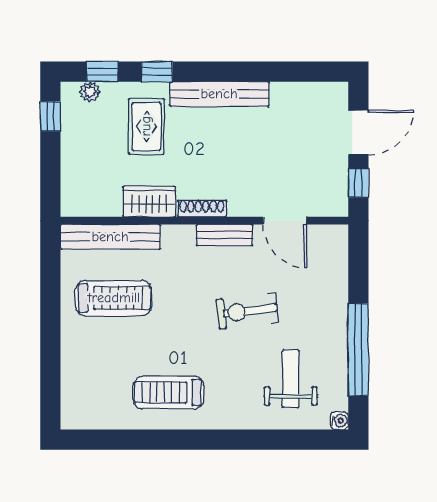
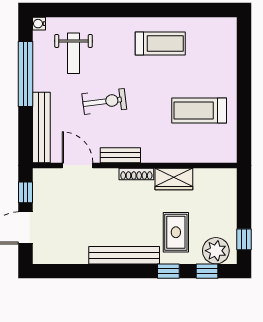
plant: (90, 92) -> (216, 251), width x1.87, depth x1.87
bench: (110, 237) -> (41, 127), moved, turned 90

